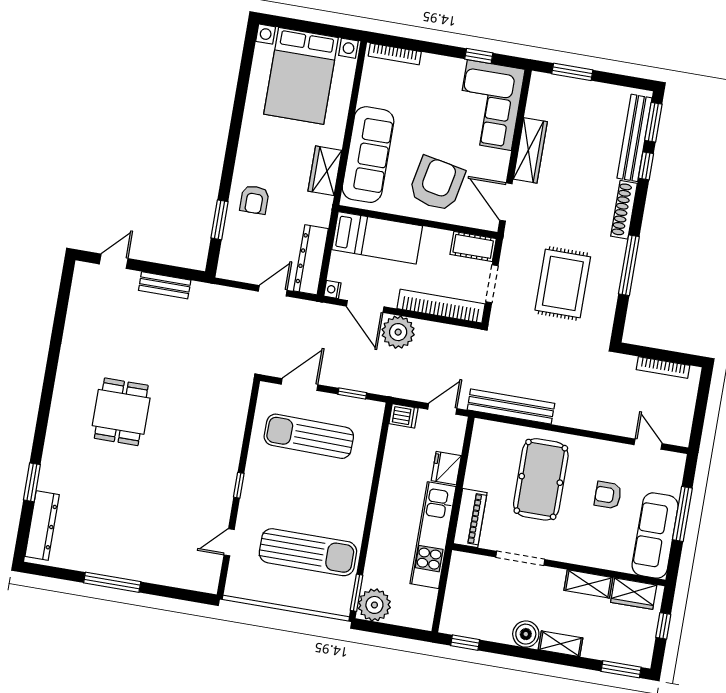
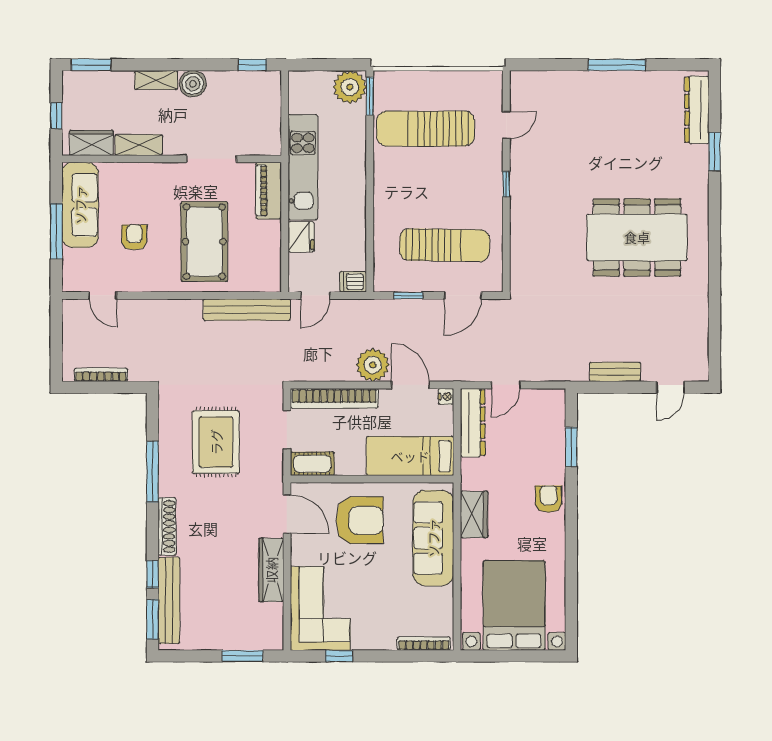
armchair: (437, 184) -> (359, 520), turned -101
armchair: (254, 200) -> (549, 499), moved
dining table: (121, 412) -> (637, 237), width x1.88, depth x1.24
armchair: (608, 495) -> (134, 237), turned -90

